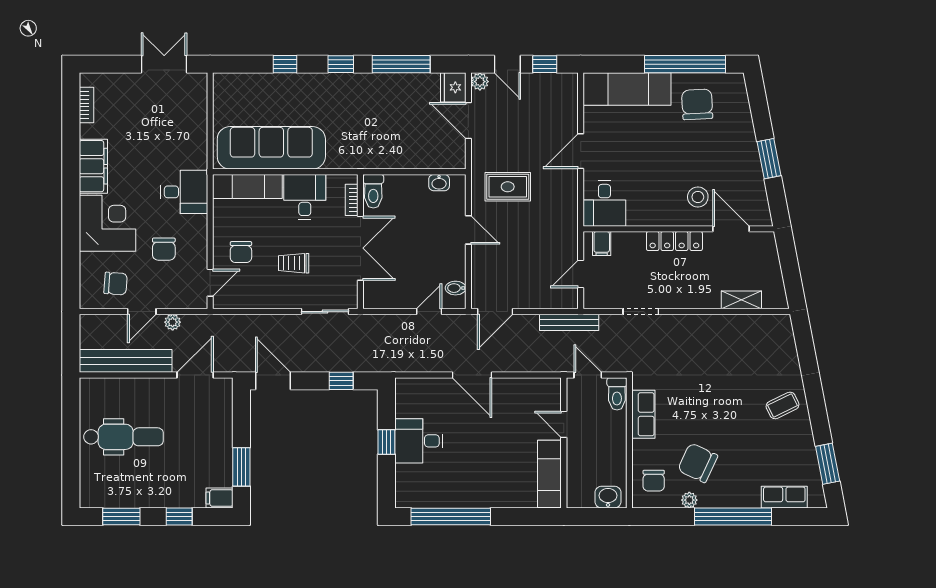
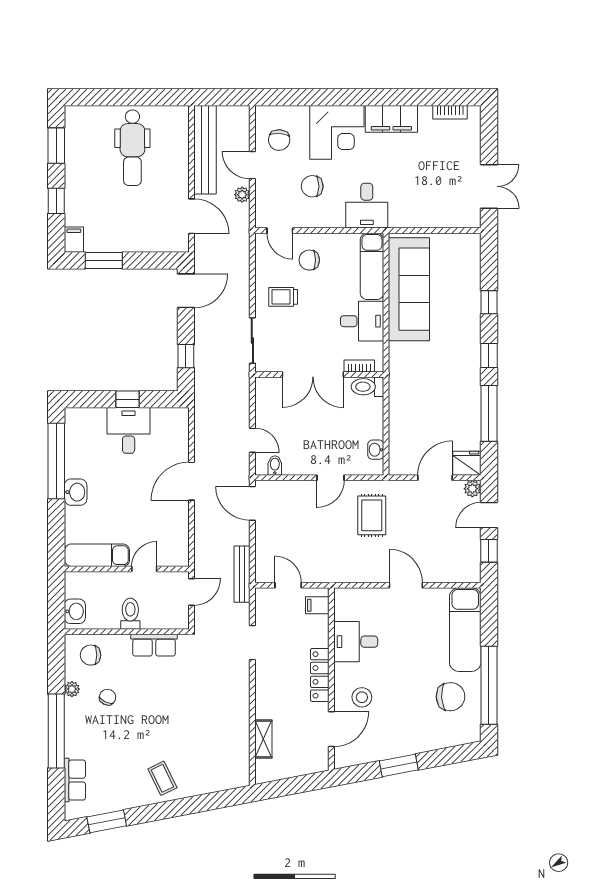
desk: (604, 203) -> (356, 642), moved
trolley: (294, 263) -> (283, 297), moved, turned -90
toilet: (617, 394) -> (130, 614), moved, turned 90
chair: (698, 463) -> (108, 697), width x0.54, depth x0.54
washbasin: (483, 496) -> (76, 492), added

